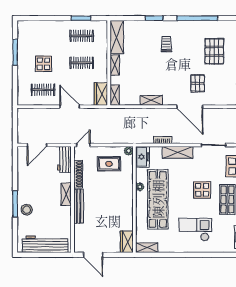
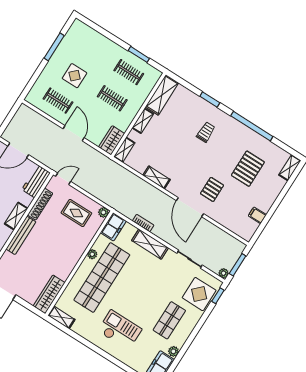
display table: (202, 190) -> (151, 296), removed
wardrobe: (127, 242) -> (49, 294), width x1.50

